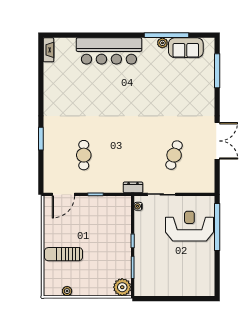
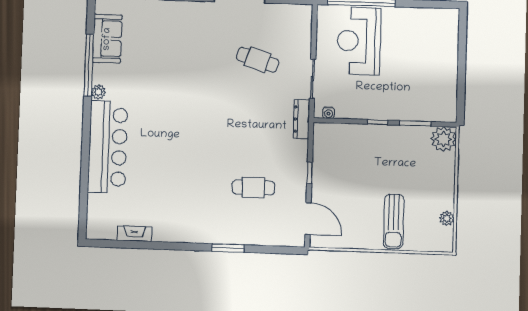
plant: (162, 43) -> (98, 92), moved
fireplace: (48, 50) -> (134, 234), moved
dresser: (133, 187) -> (301, 119), width x1.44

